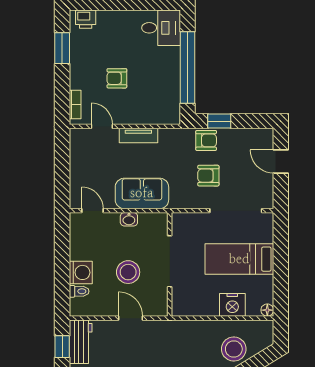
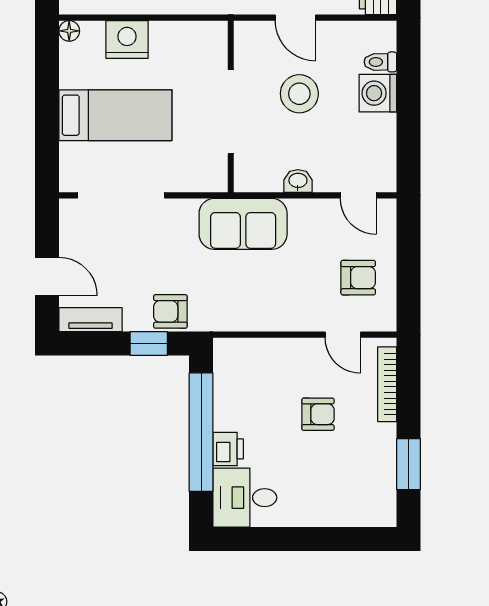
printer: (86, 19) -> (228, 449), moved, turned 90
bookcase: (75, 105) -> (387, 384), width x1.56
tv unit: (138, 135) -> (91, 320), moved
armchair: (208, 176) -> (358, 278), moved
sofa: (142, 193) -> (243, 224), moved

